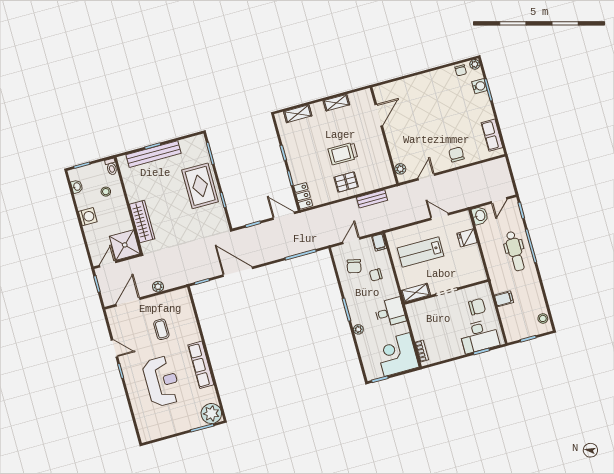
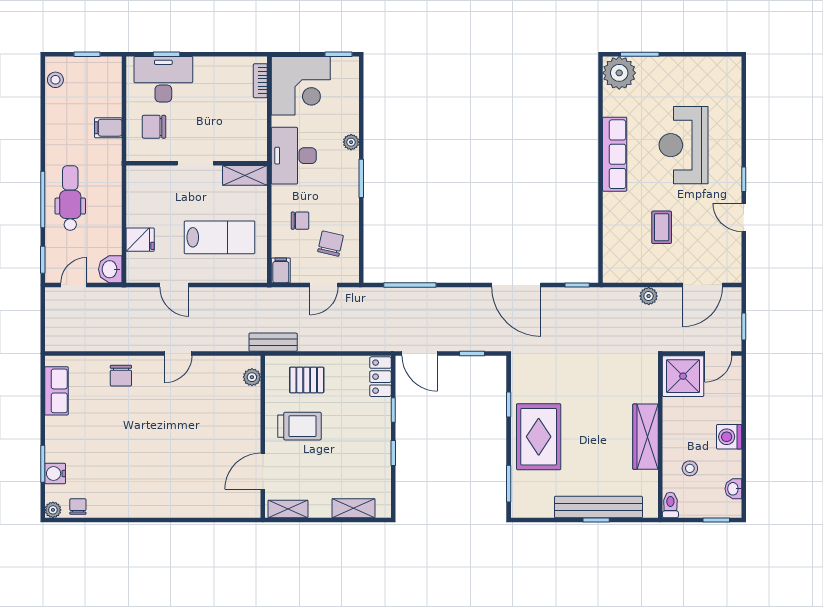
door: (379, 115) -> (263, 471), moved
wall: (384, 135) -> (263, 437), moved
plant: (400, 169) -> (252, 377), moved
wardrobe: (142, 221) -> (646, 437), moved
desk: (390, 312) -> (294, 156), width x1.37

